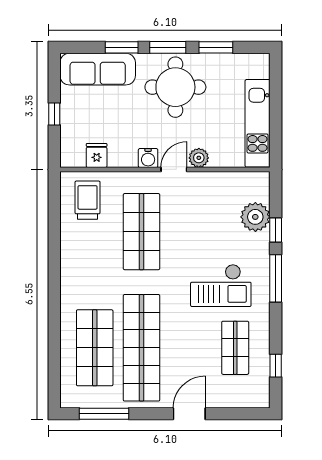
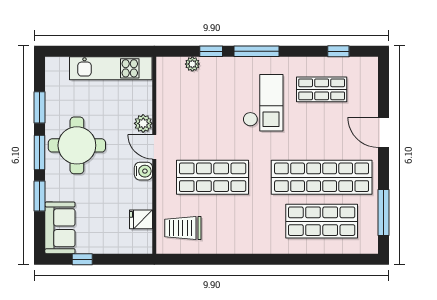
sofa: (98, 69) -> (60, 228), width x0.73
window: (54, 114) -> (82, 259), moved
plant: (255, 217) -> (192, 64), width x0.53, depth x0.53

